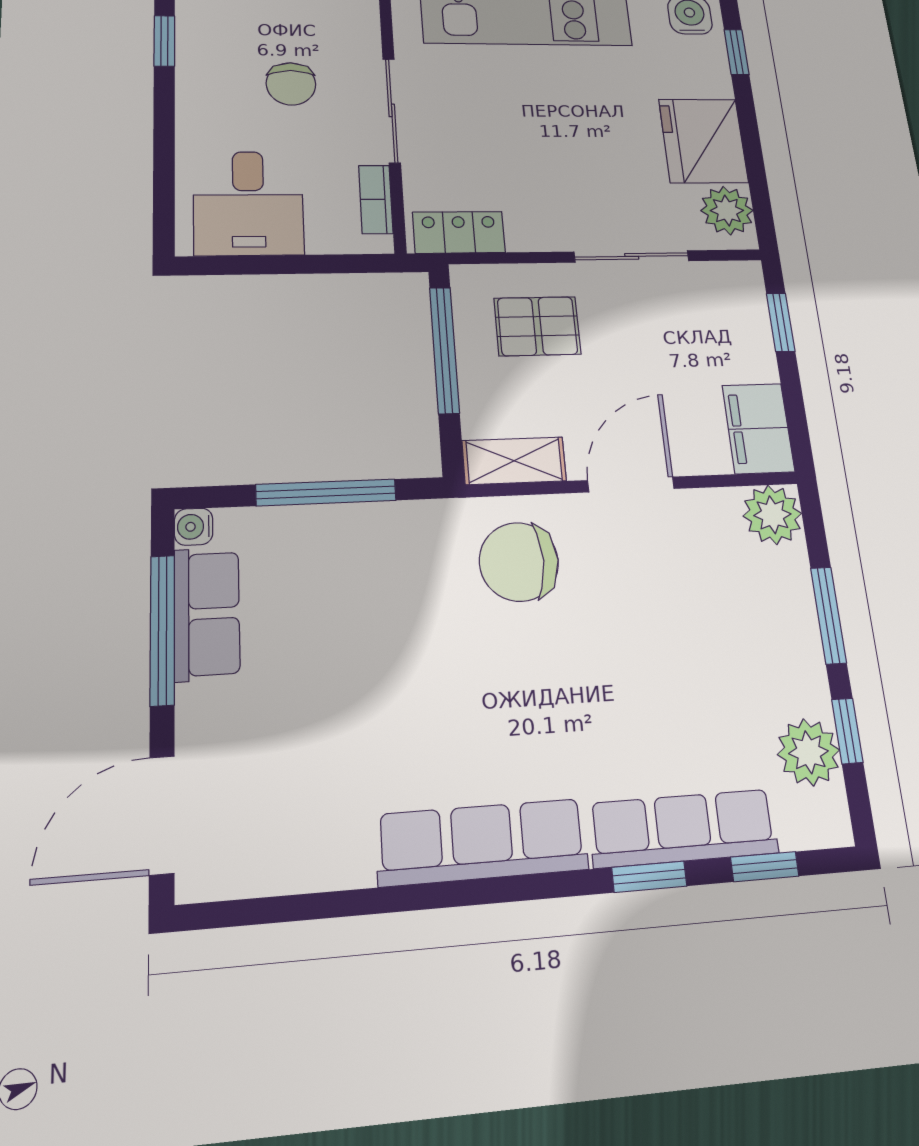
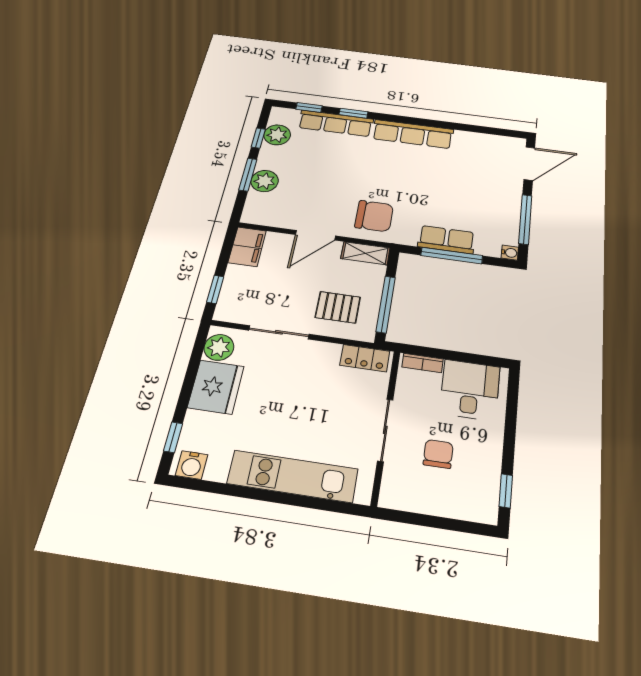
bookcase: (376, 199) -> (422, 363), moved, turned 90
plant: (772, 515) -> (265, 181), moved
row of seats: (207, 614) -> (446, 240), moved, turned 90

